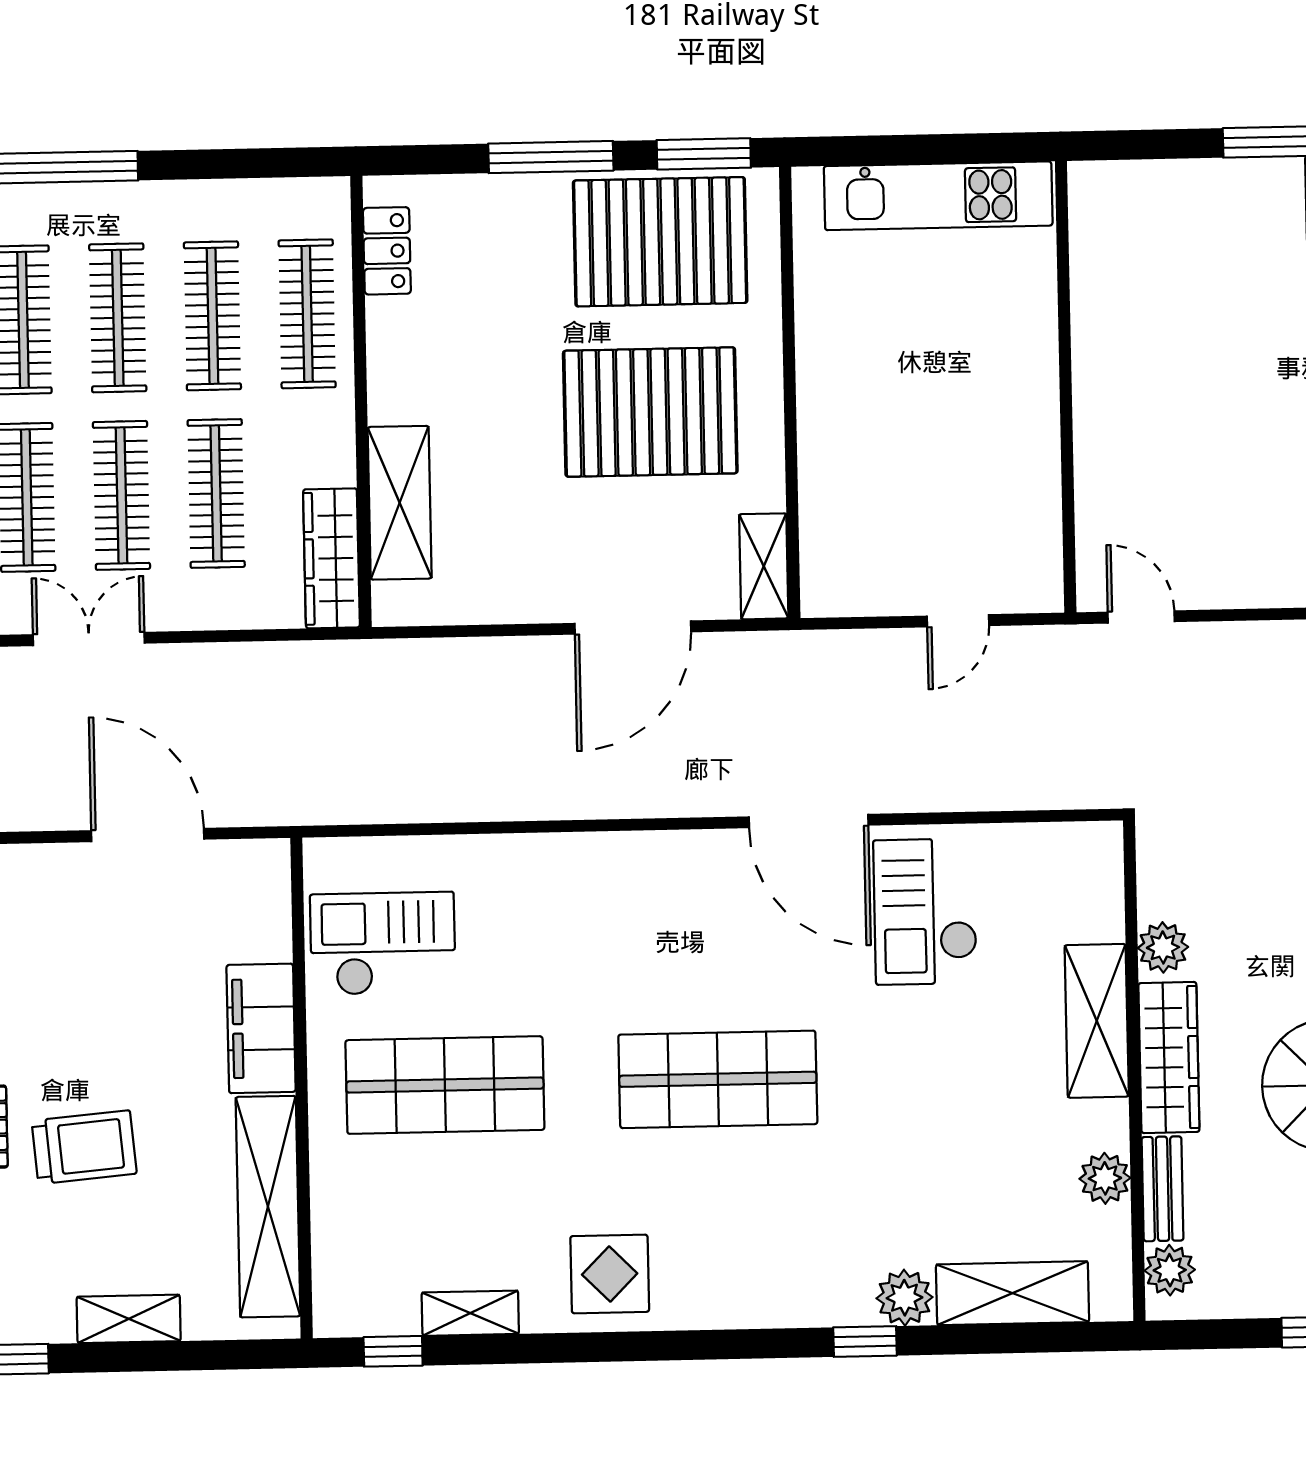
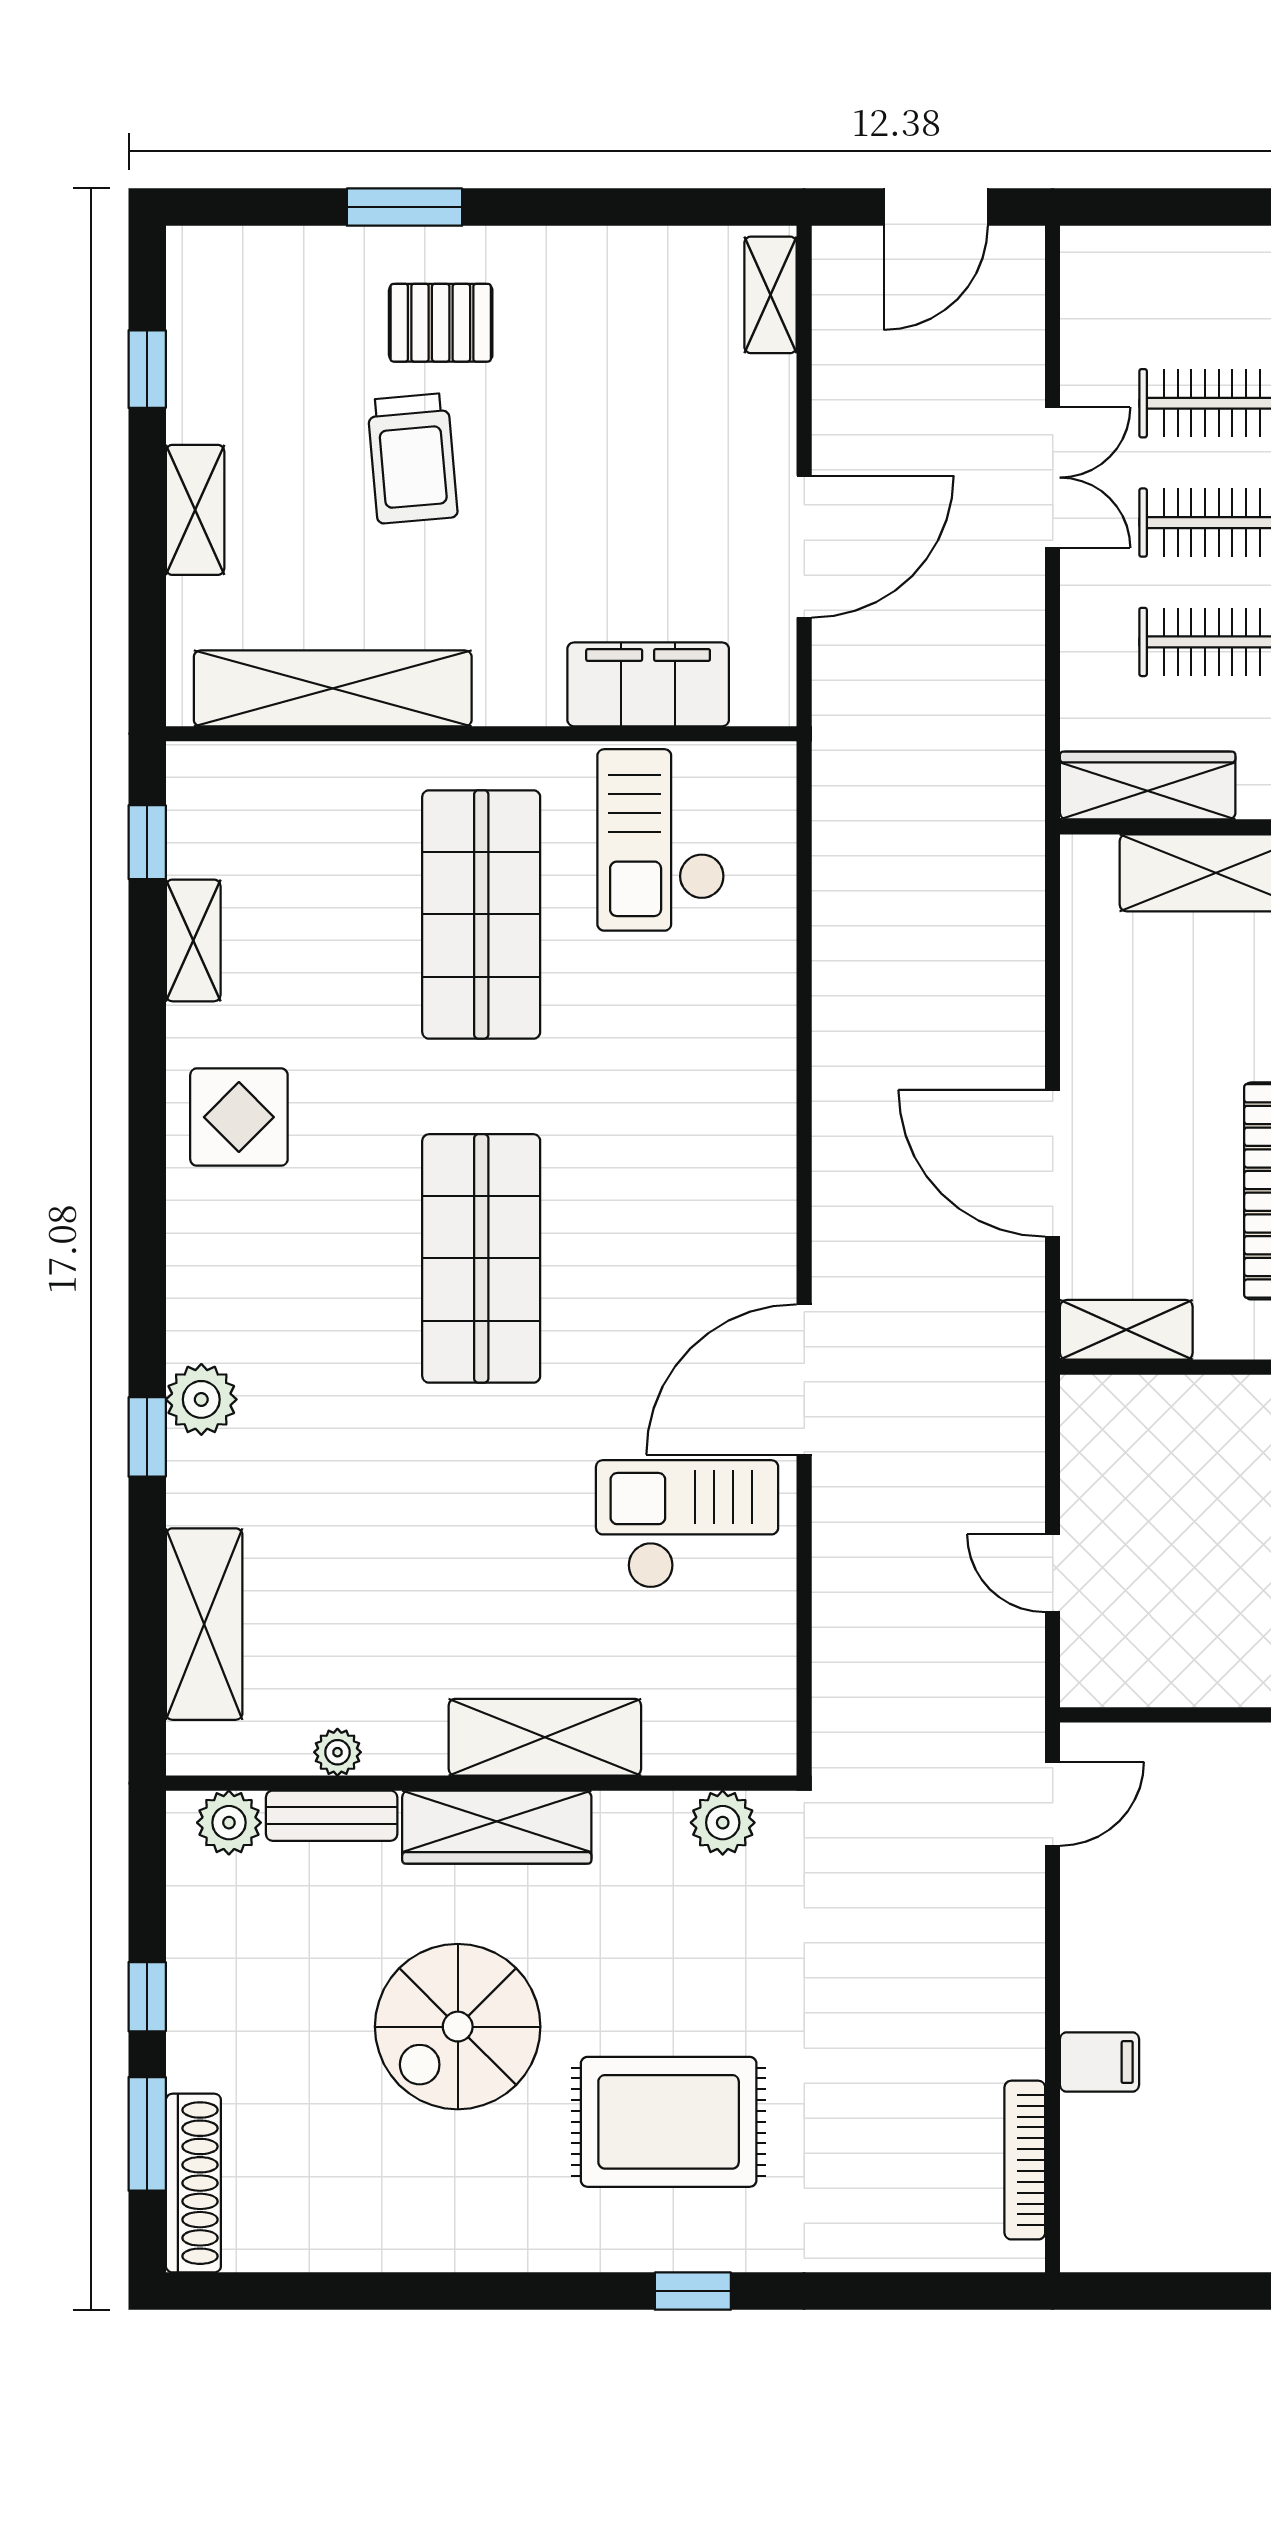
checkout: (383, 944) -> (661, 840), turned 180
plant: (1163, 947) -> (723, 1823), moved
filing cabinet: (261, 1028) -> (648, 684), moved
plant: (1105, 1178) -> (337, 1752), width x0.73, depth x0.73
plant: (905, 1298) -> (201, 1399), moved

